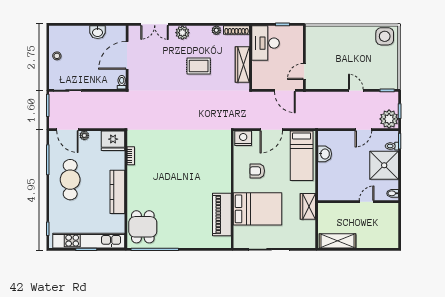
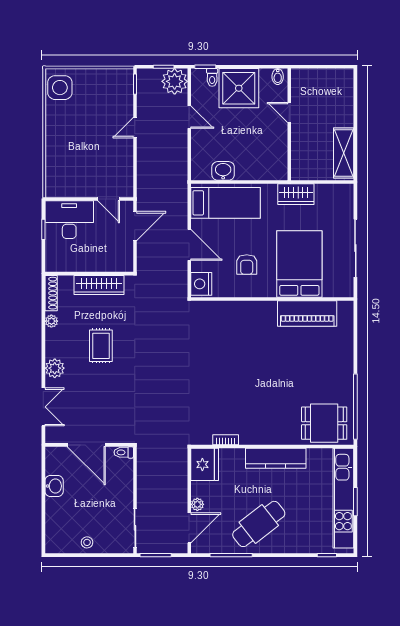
desk: (265, 43) -> (69, 220), moved, turned 180
cafe table: (70, 180) -> (259, 524), turned -38

